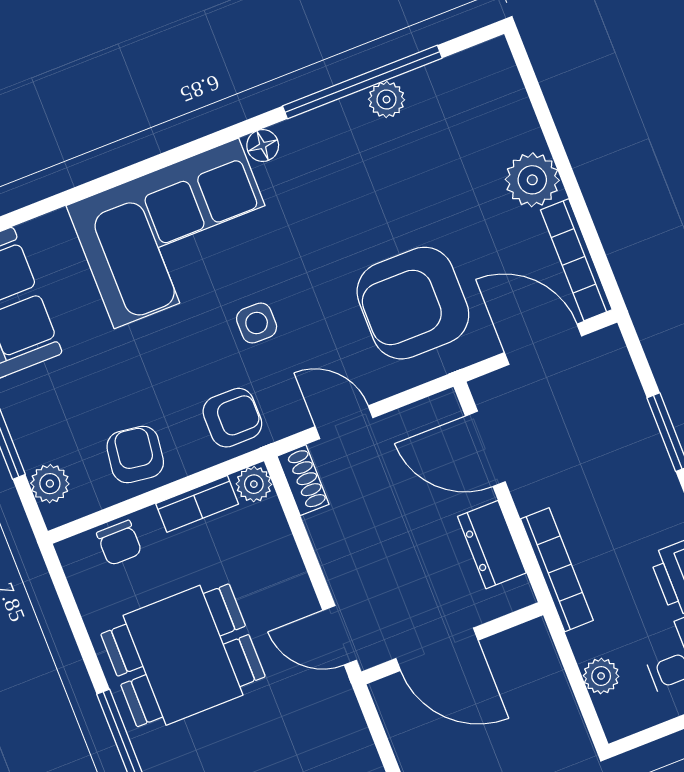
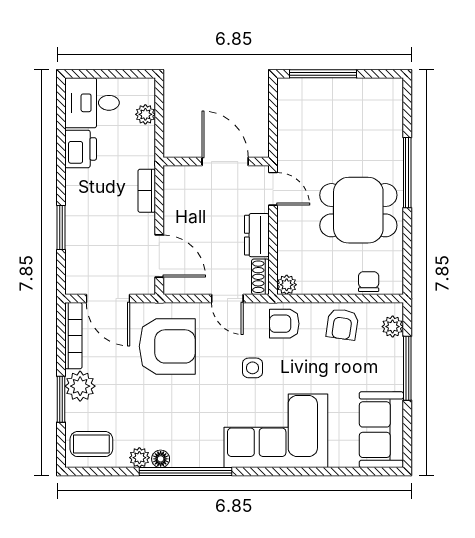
window: (362, 82) -> (186, 472), moved
coffee table: (476, 91) -> (91, 444), added
floor lamp: (263, 146) -> (161, 459), moved
window: (555, 146) -> (61, 399), added
bookcase: (197, 504) -> (320, 286), removed
dresser: (492, 545) -> (257, 235), moved, turned 180
bookcase: (557, 570) -> (147, 191), width x0.64

